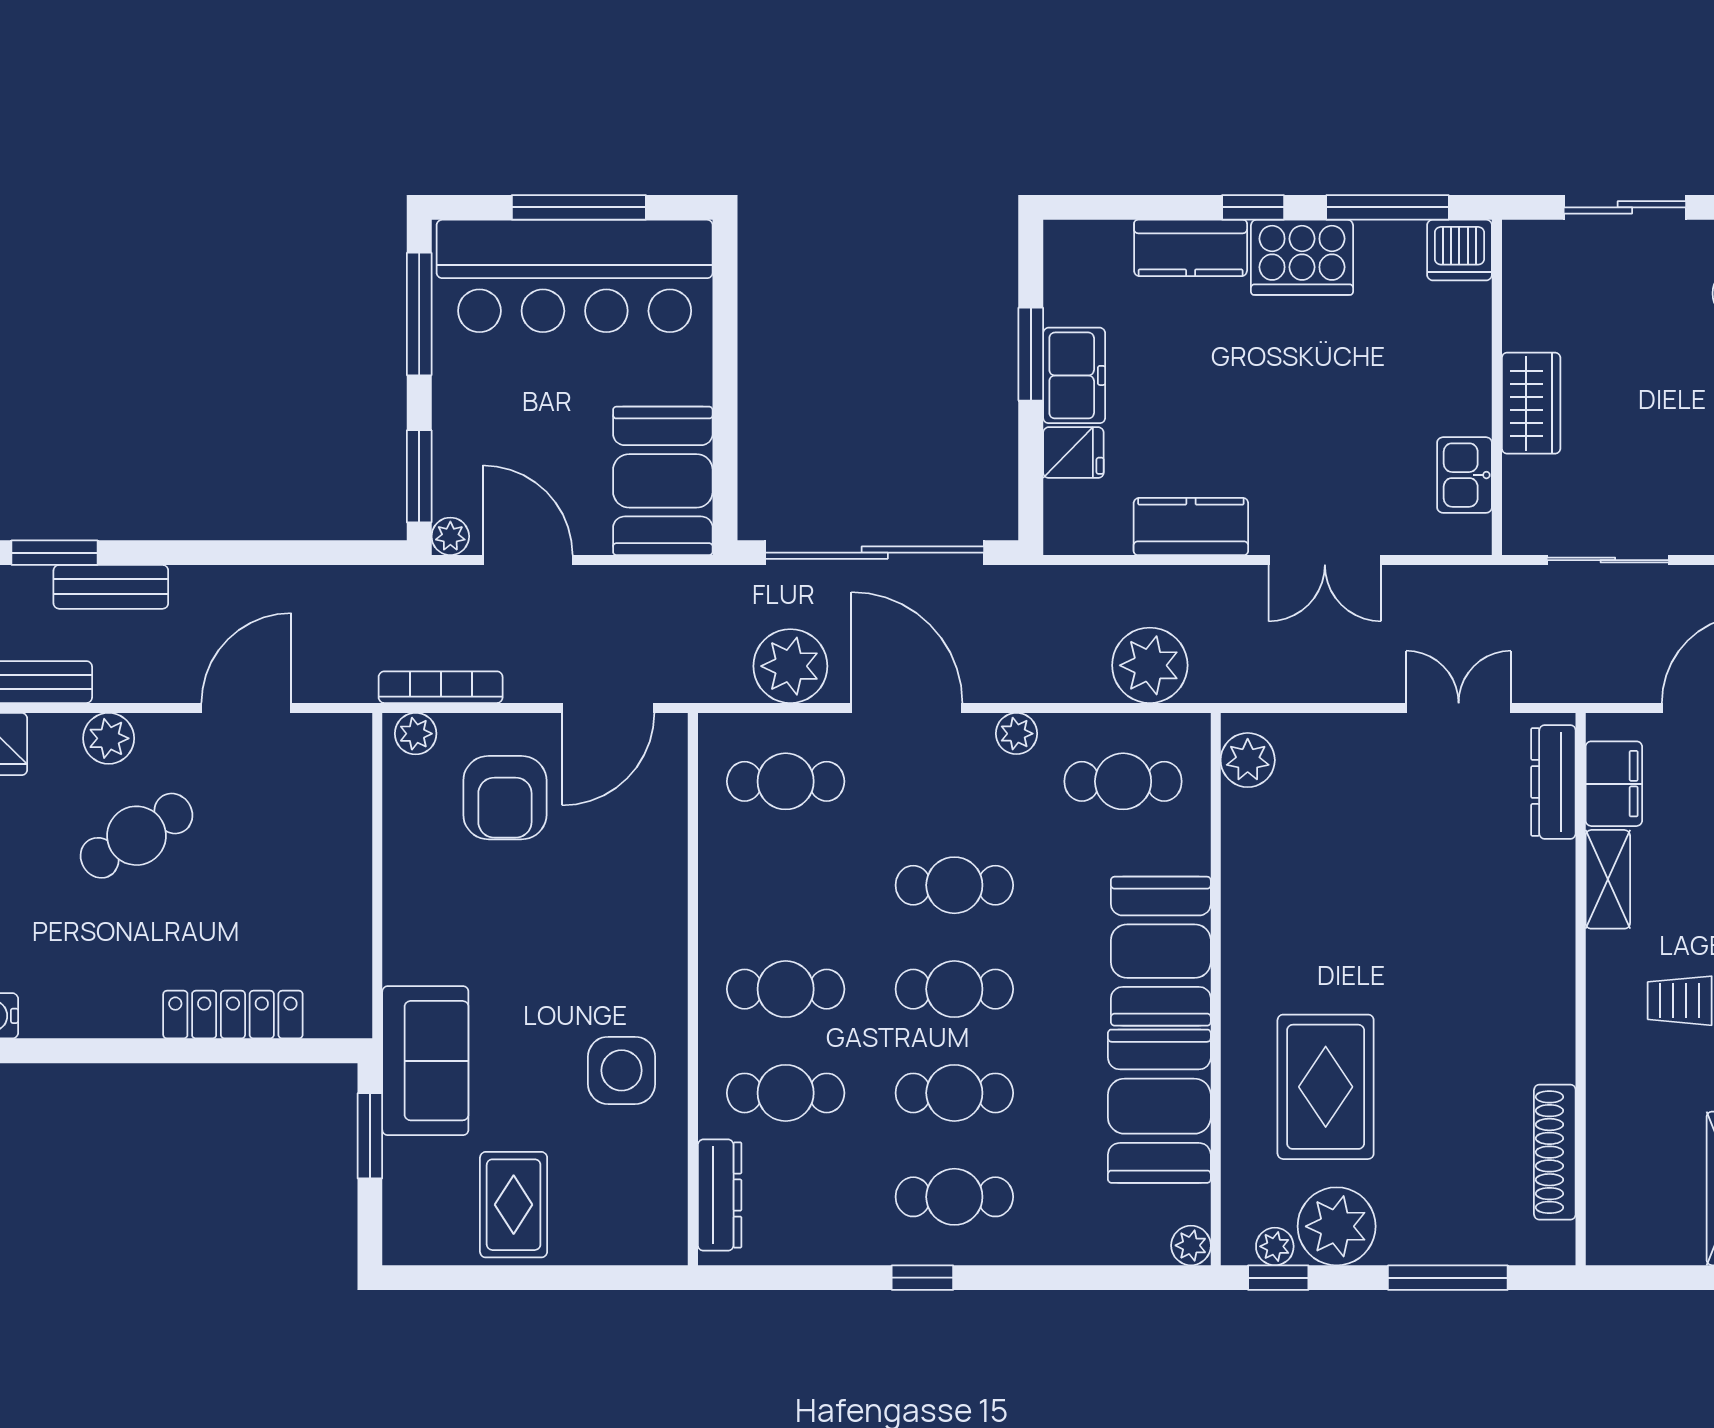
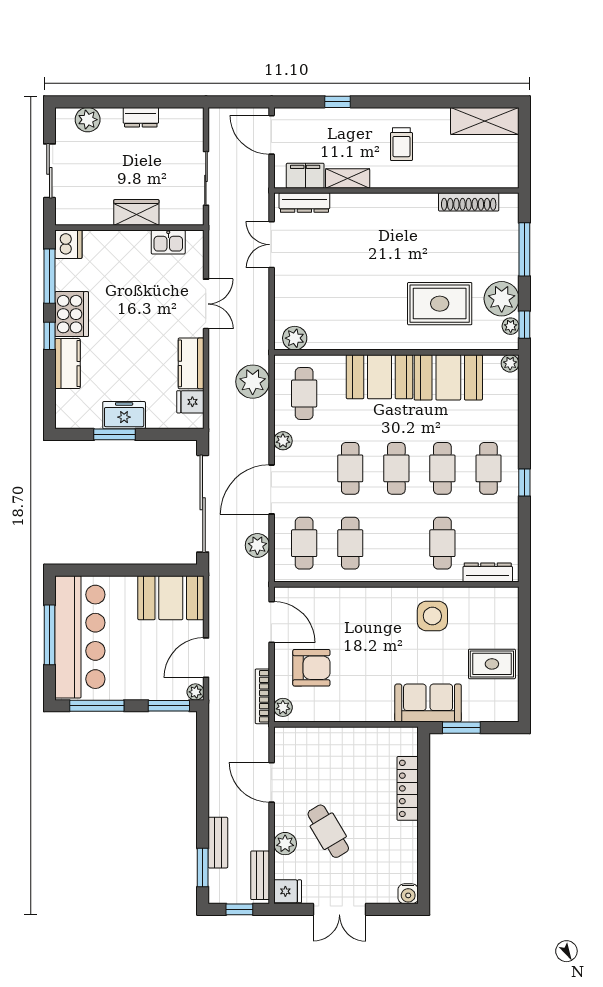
fridge: (1073, 453) -> (190, 402), moved, turned -90
plant: (790, 666) -> (257, 545), width x0.73, depth x0.73
cafe table: (786, 989) -> (350, 543), moved

